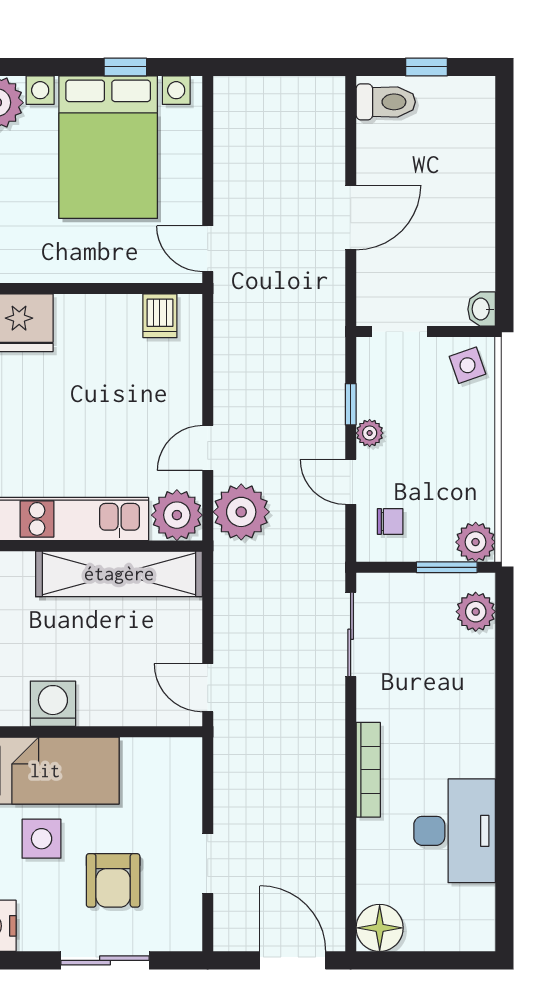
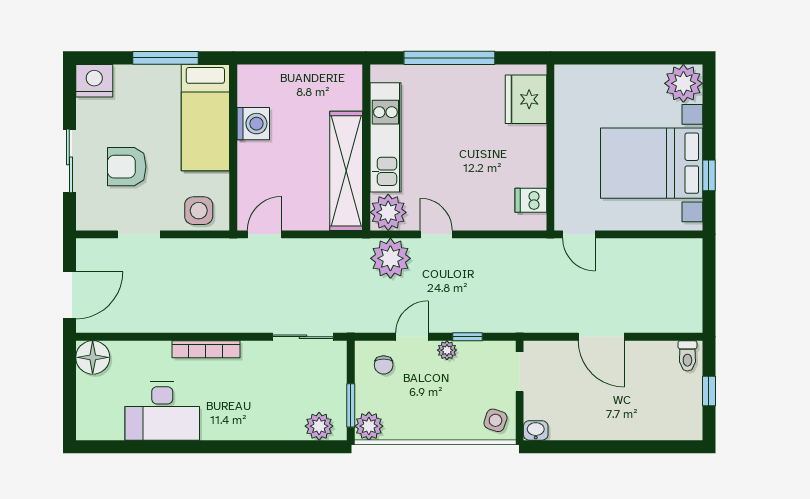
toilet: (386, 102) -> (687, 356), width x0.73, depth x0.72
door: (208, 249) -> (579, 234), swing flipped
side table: (467, 365) -> (495, 420), turned 37
side table: (42, 839) -> (199, 211), moved

